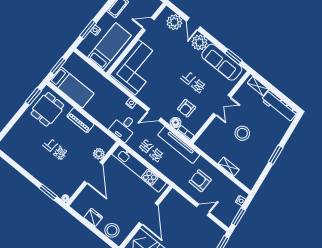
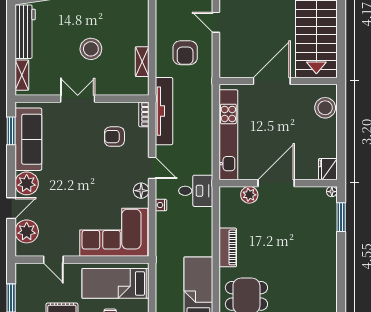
armchair: (187, 108) -> (114, 137), turned 180
floor lamp: (176, 122) -> (141, 191), moved
shelving: (229, 167) -> (142, 62), moved
fridge: (93, 217) -> (328, 169), moved

